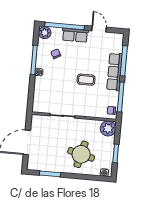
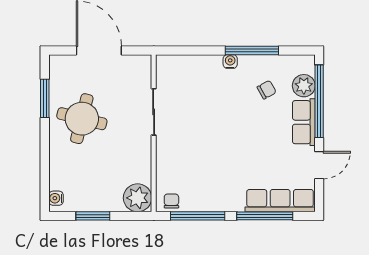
plant: (45, 33) -> (304, 86), moved
row of seats: (115, 72) -> (280, 201), moved
coffee table: (86, 80) -> (224, 149), removed
round table: (81, 154) -> (82, 119), moved

